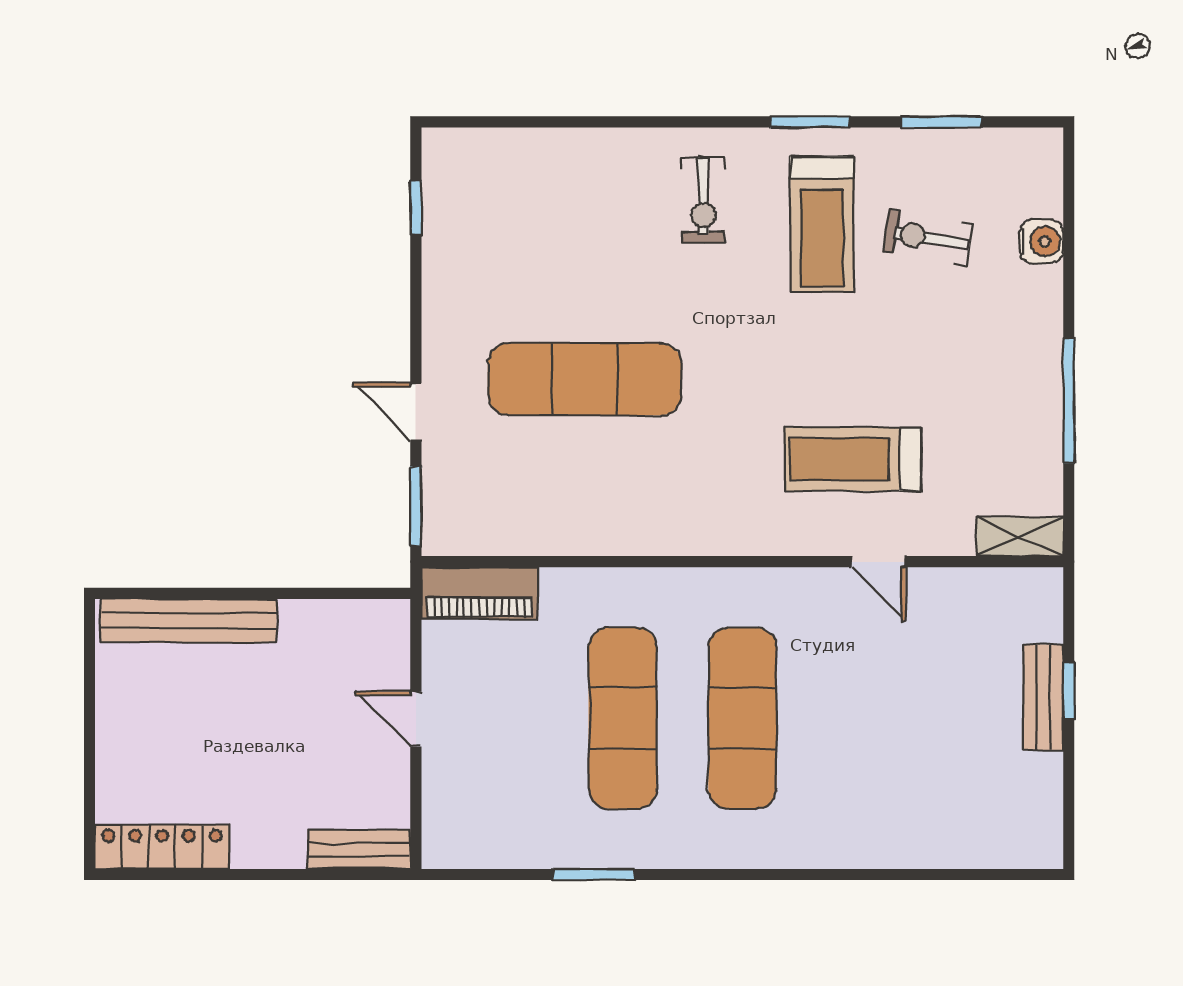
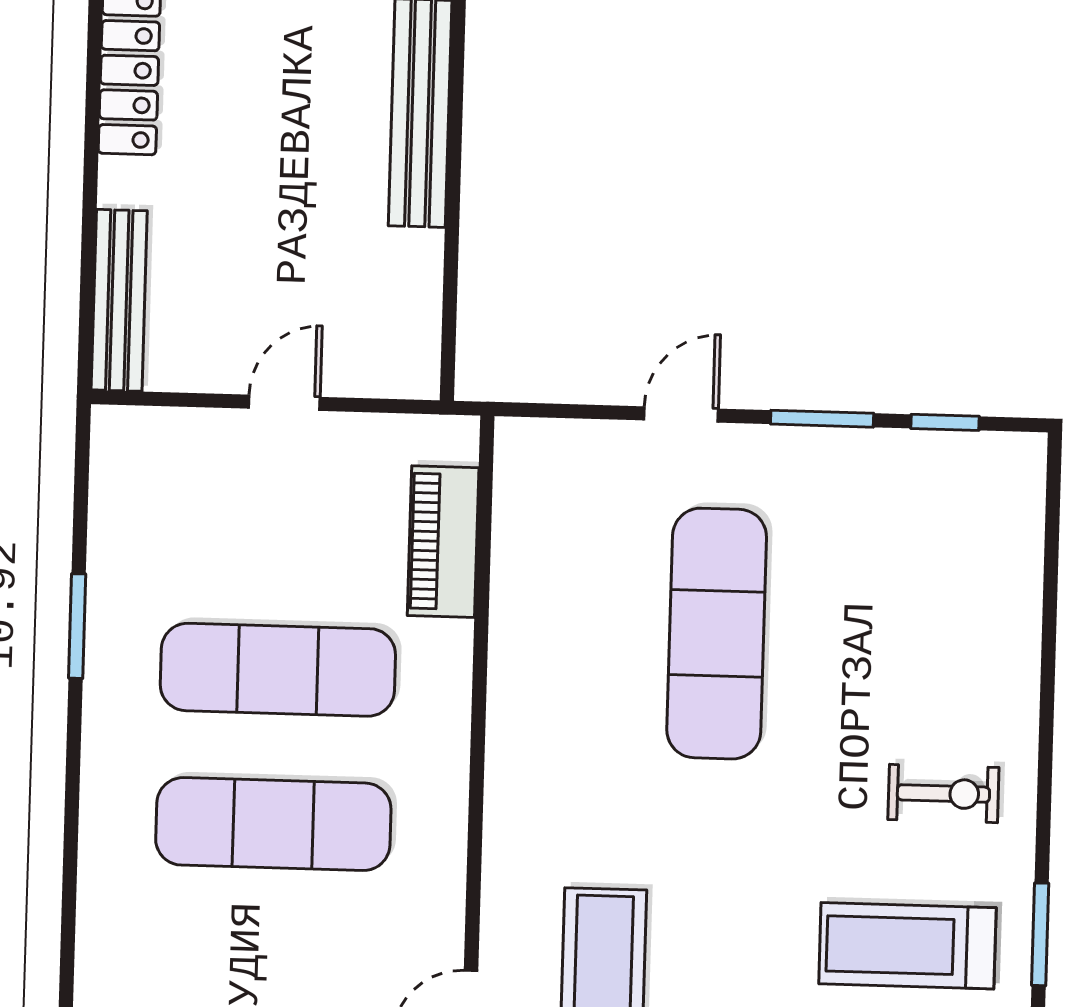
exercise bike: (703, 200) -> (943, 794), turned 180
window: (416, 506) -> (822, 419), moved
piano: (479, 593) -> (443, 542), moved
bench: (359, 849) -> (119, 300), width x1.36

